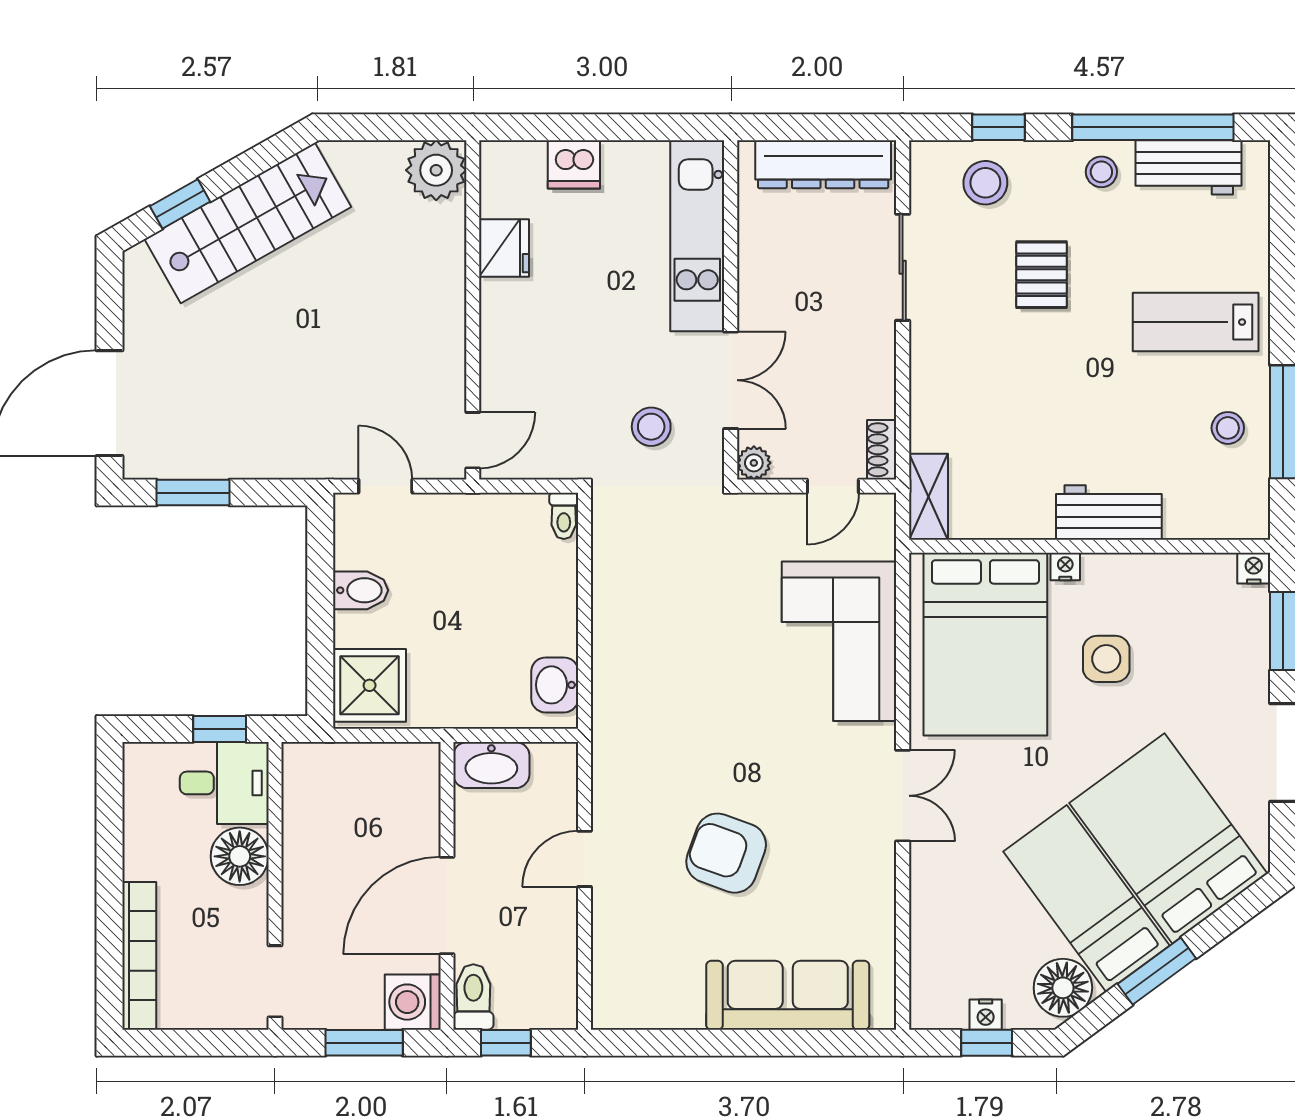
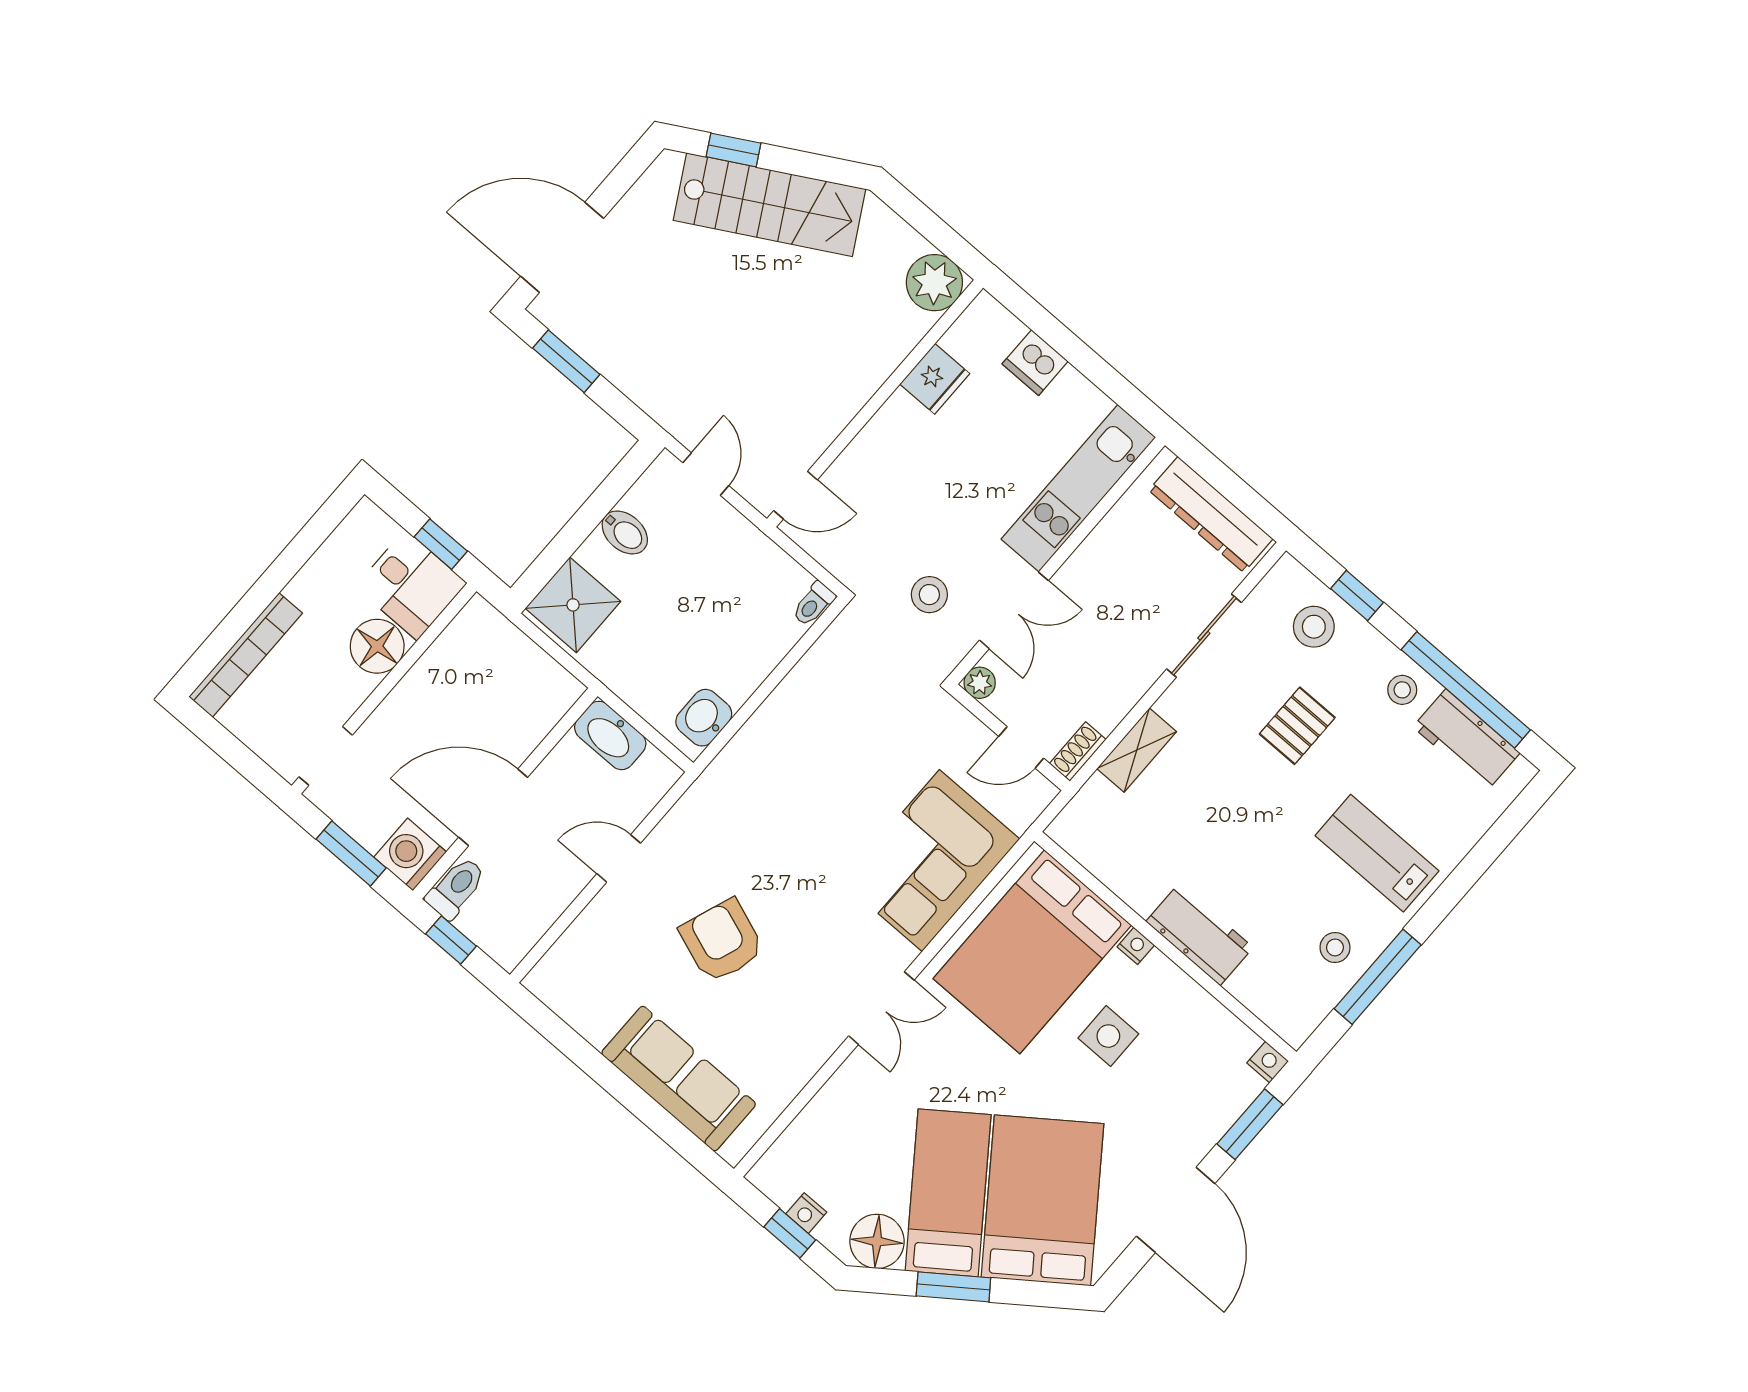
shelving: (928, 497) -> (1137, 750), moved

